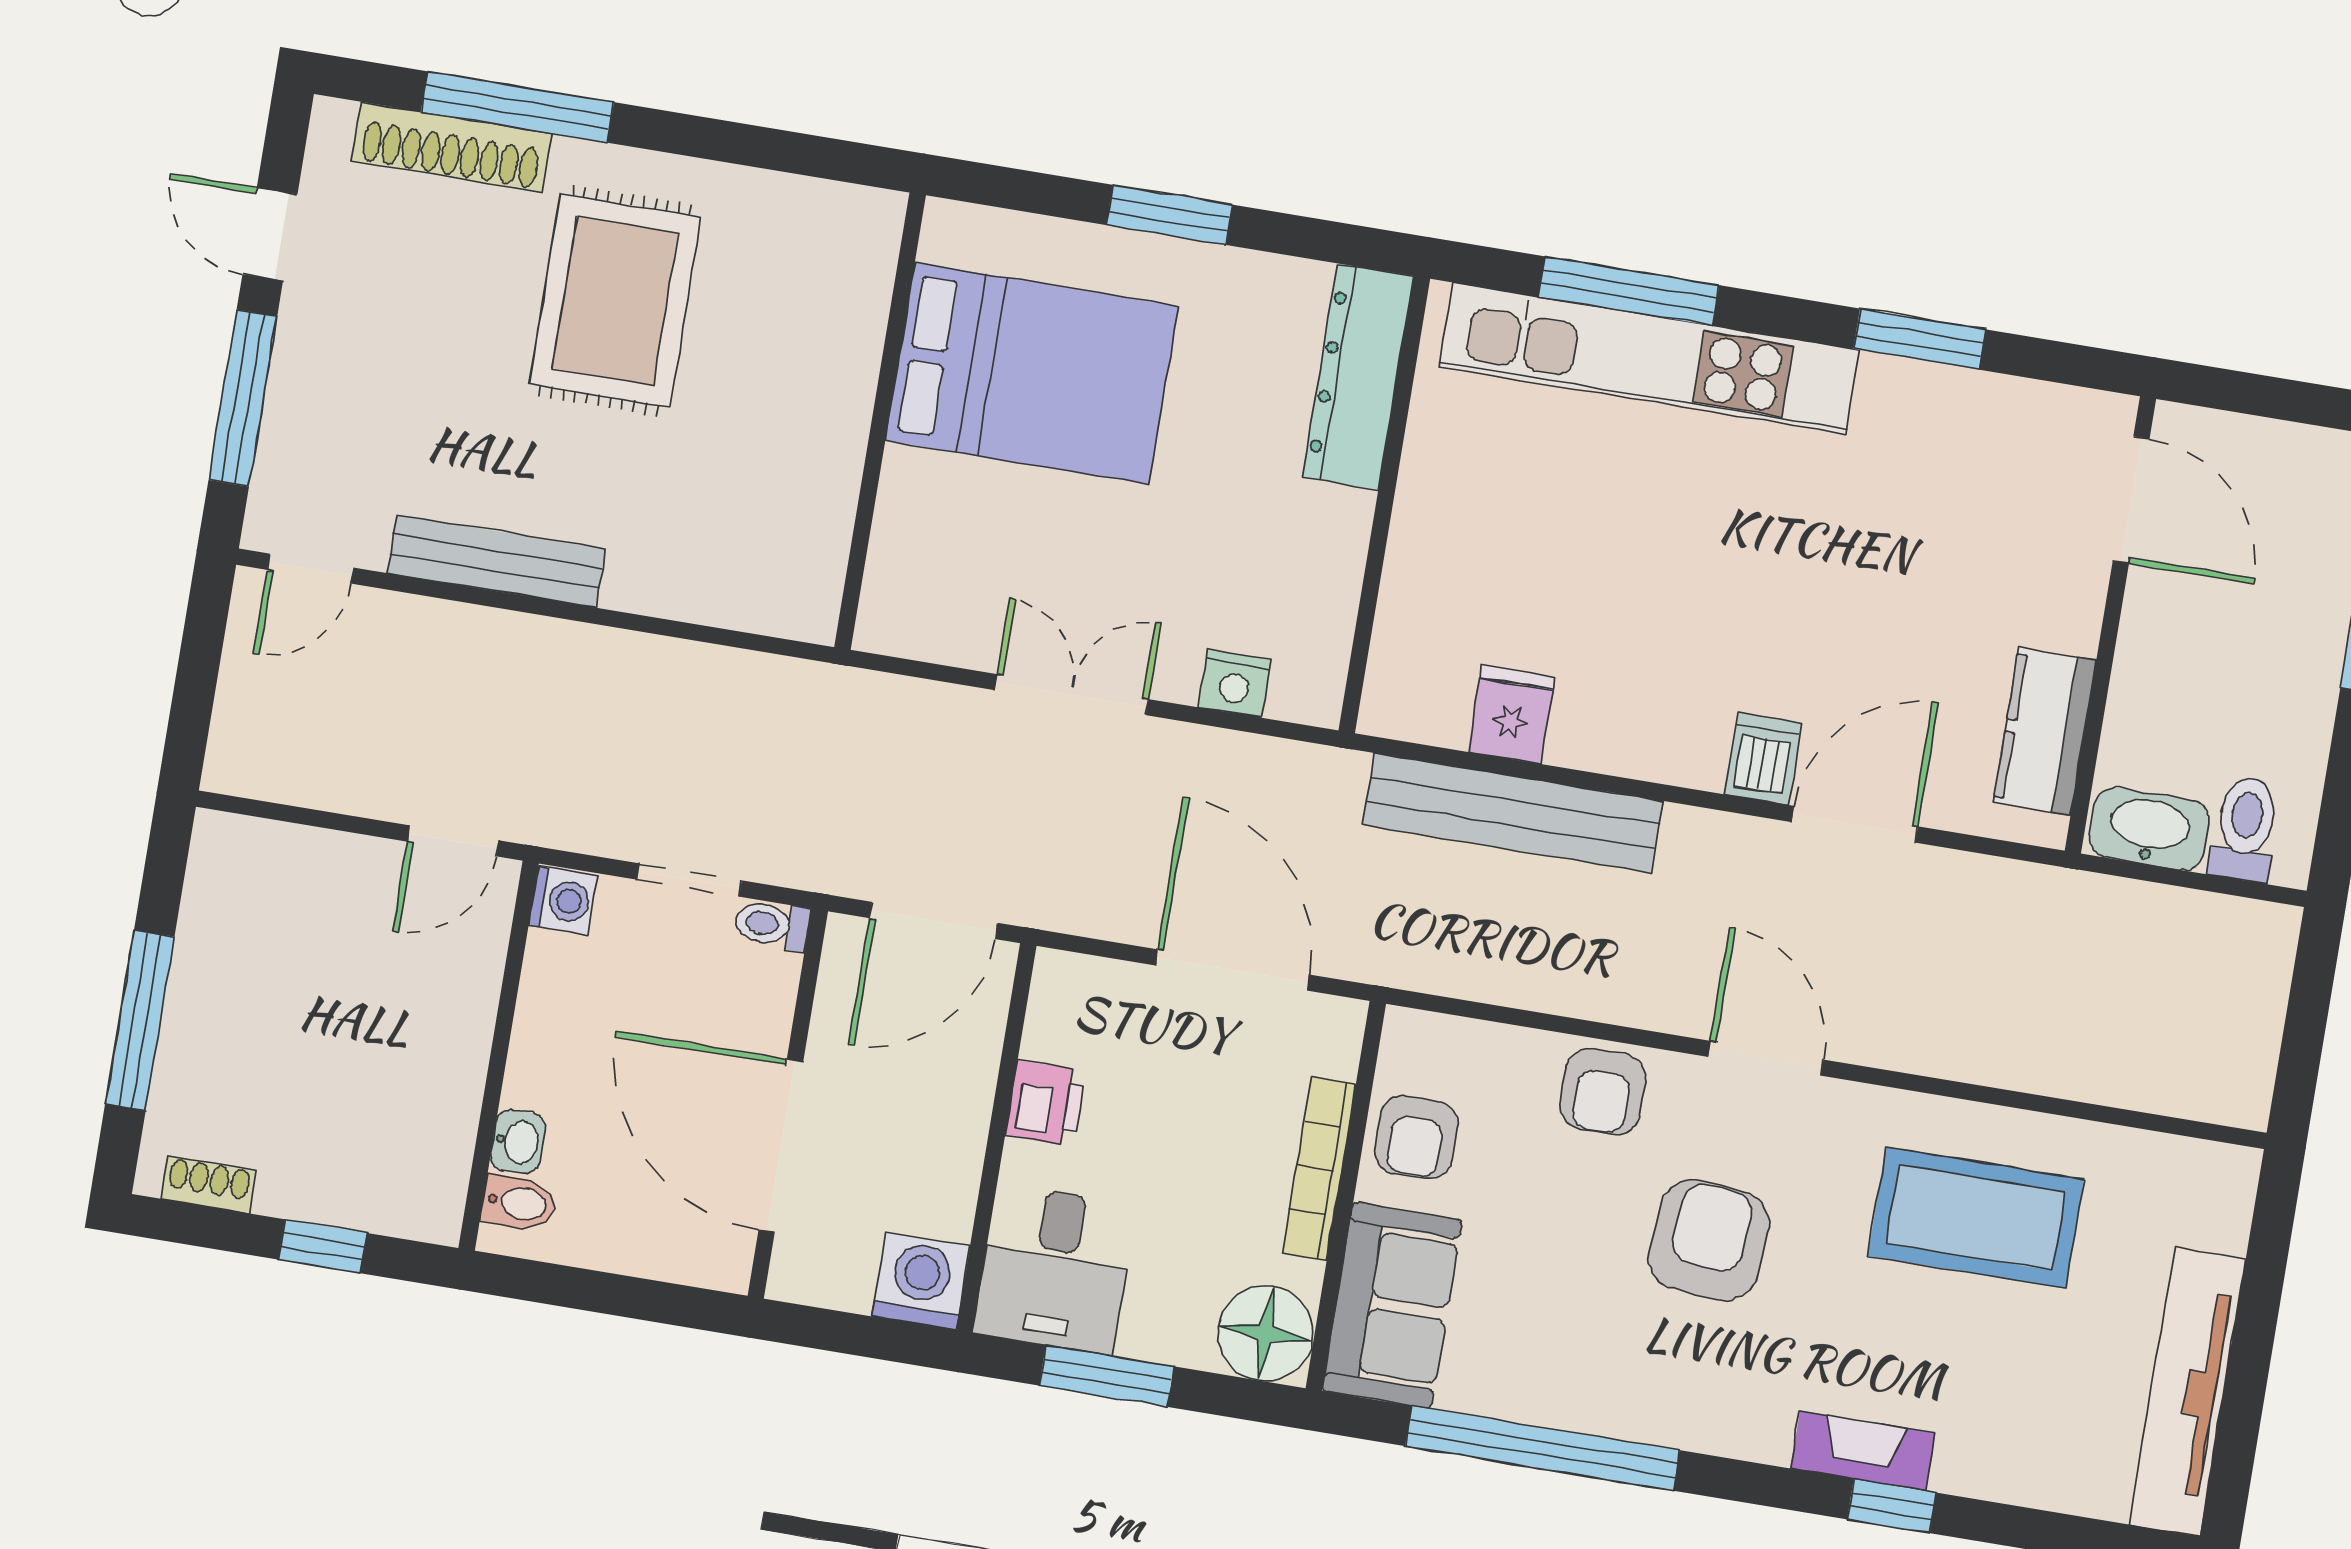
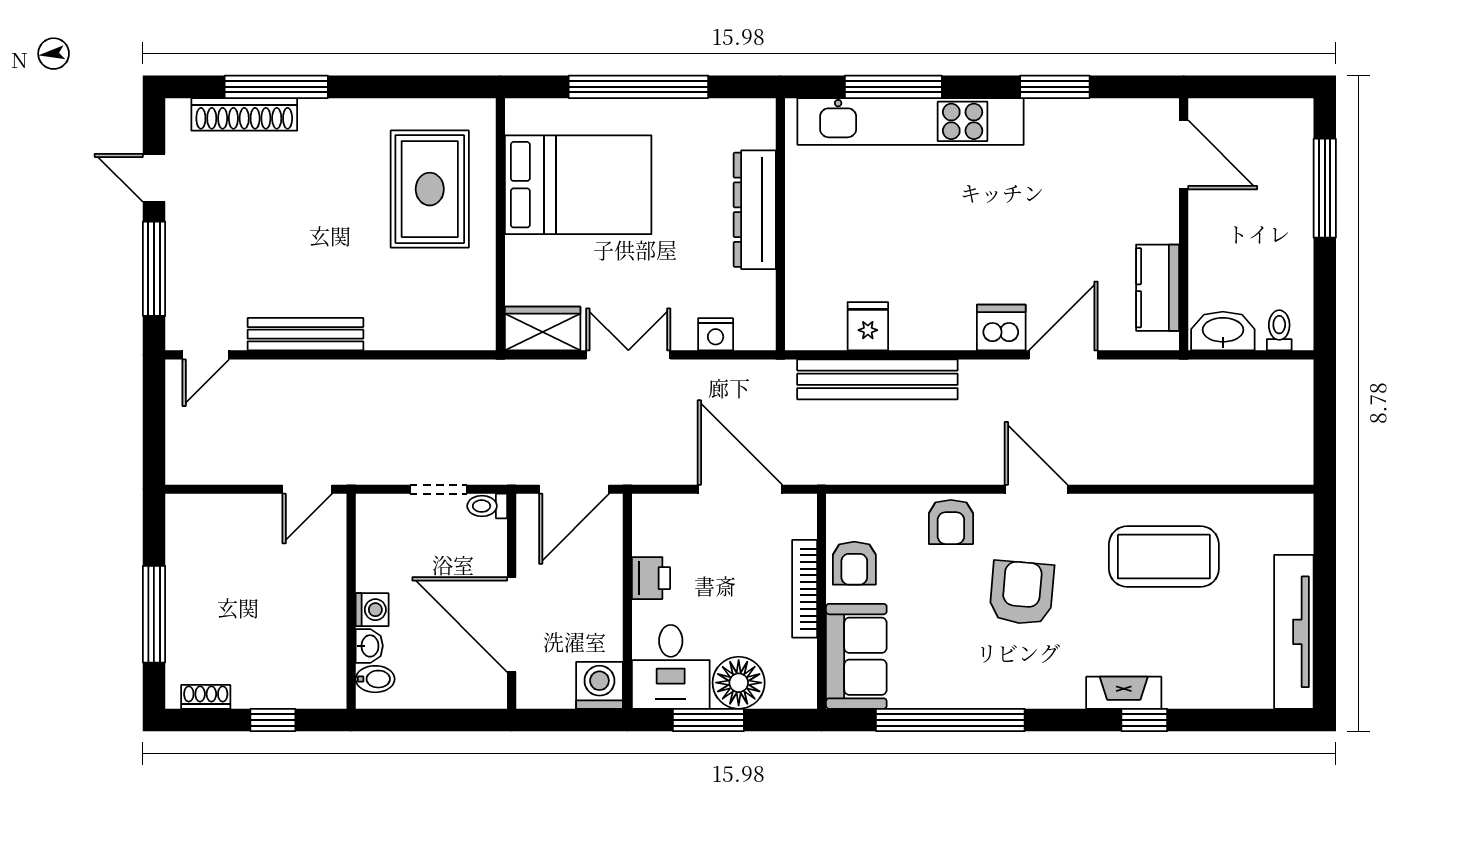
window: (1169, 215) -> (638, 87), width x2.11
rug: (615, 300) -> (430, 189), moved
dresser: (1358, 377) -> (755, 210), moved
wardrobe: (925, 622) -> (543, 329), added
dishwasher: (1763, 759) -> (1001, 328), width x1.38
toilet: (2245, 829) -> (1279, 330), width x0.73, depth x0.72
washing machine: (563, 901) -> (372, 610), moved
floor lamp: (1265, 1333) -> (739, 683), moved

